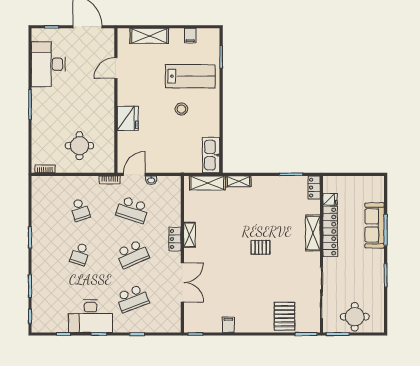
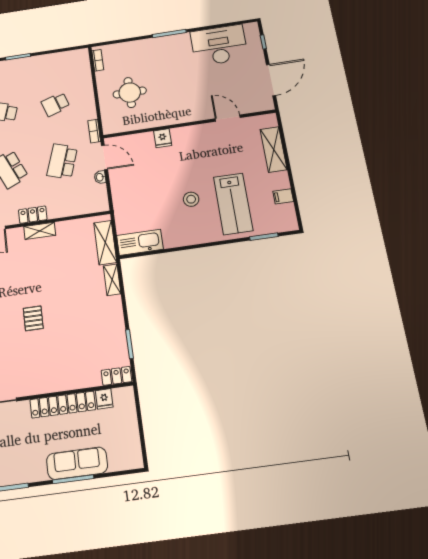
fridge: (128, 118) -> (163, 138), width x0.53, depth x0.75
shelving: (313, 233) -> (58, 382), removed

